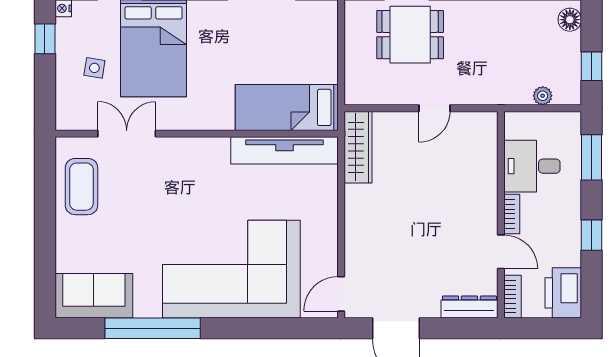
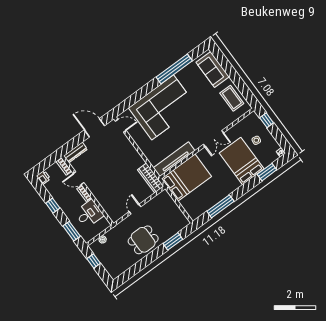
floor lamp: (570, 20) -> (112, 271), removed
dining table: (410, 35) -> (143, 240), moved
window: (45, 39) -> (267, 120), moved
bed: (287, 107) -> (186, 178), width x1.50
double door: (127, 134) -> (213, 139), moved
printer: (563, 293) -> (43, 177), width x0.53, depth x0.68
door: (341, 294) -> (121, 126), hinge flipped
sofa: (94, 296) -> (213, 70), moved, turned 90

